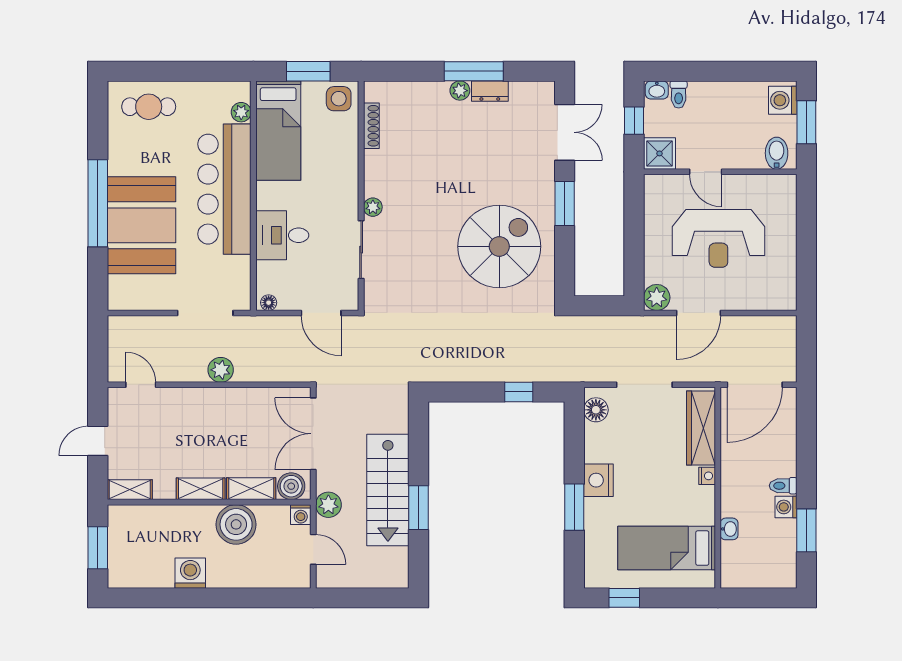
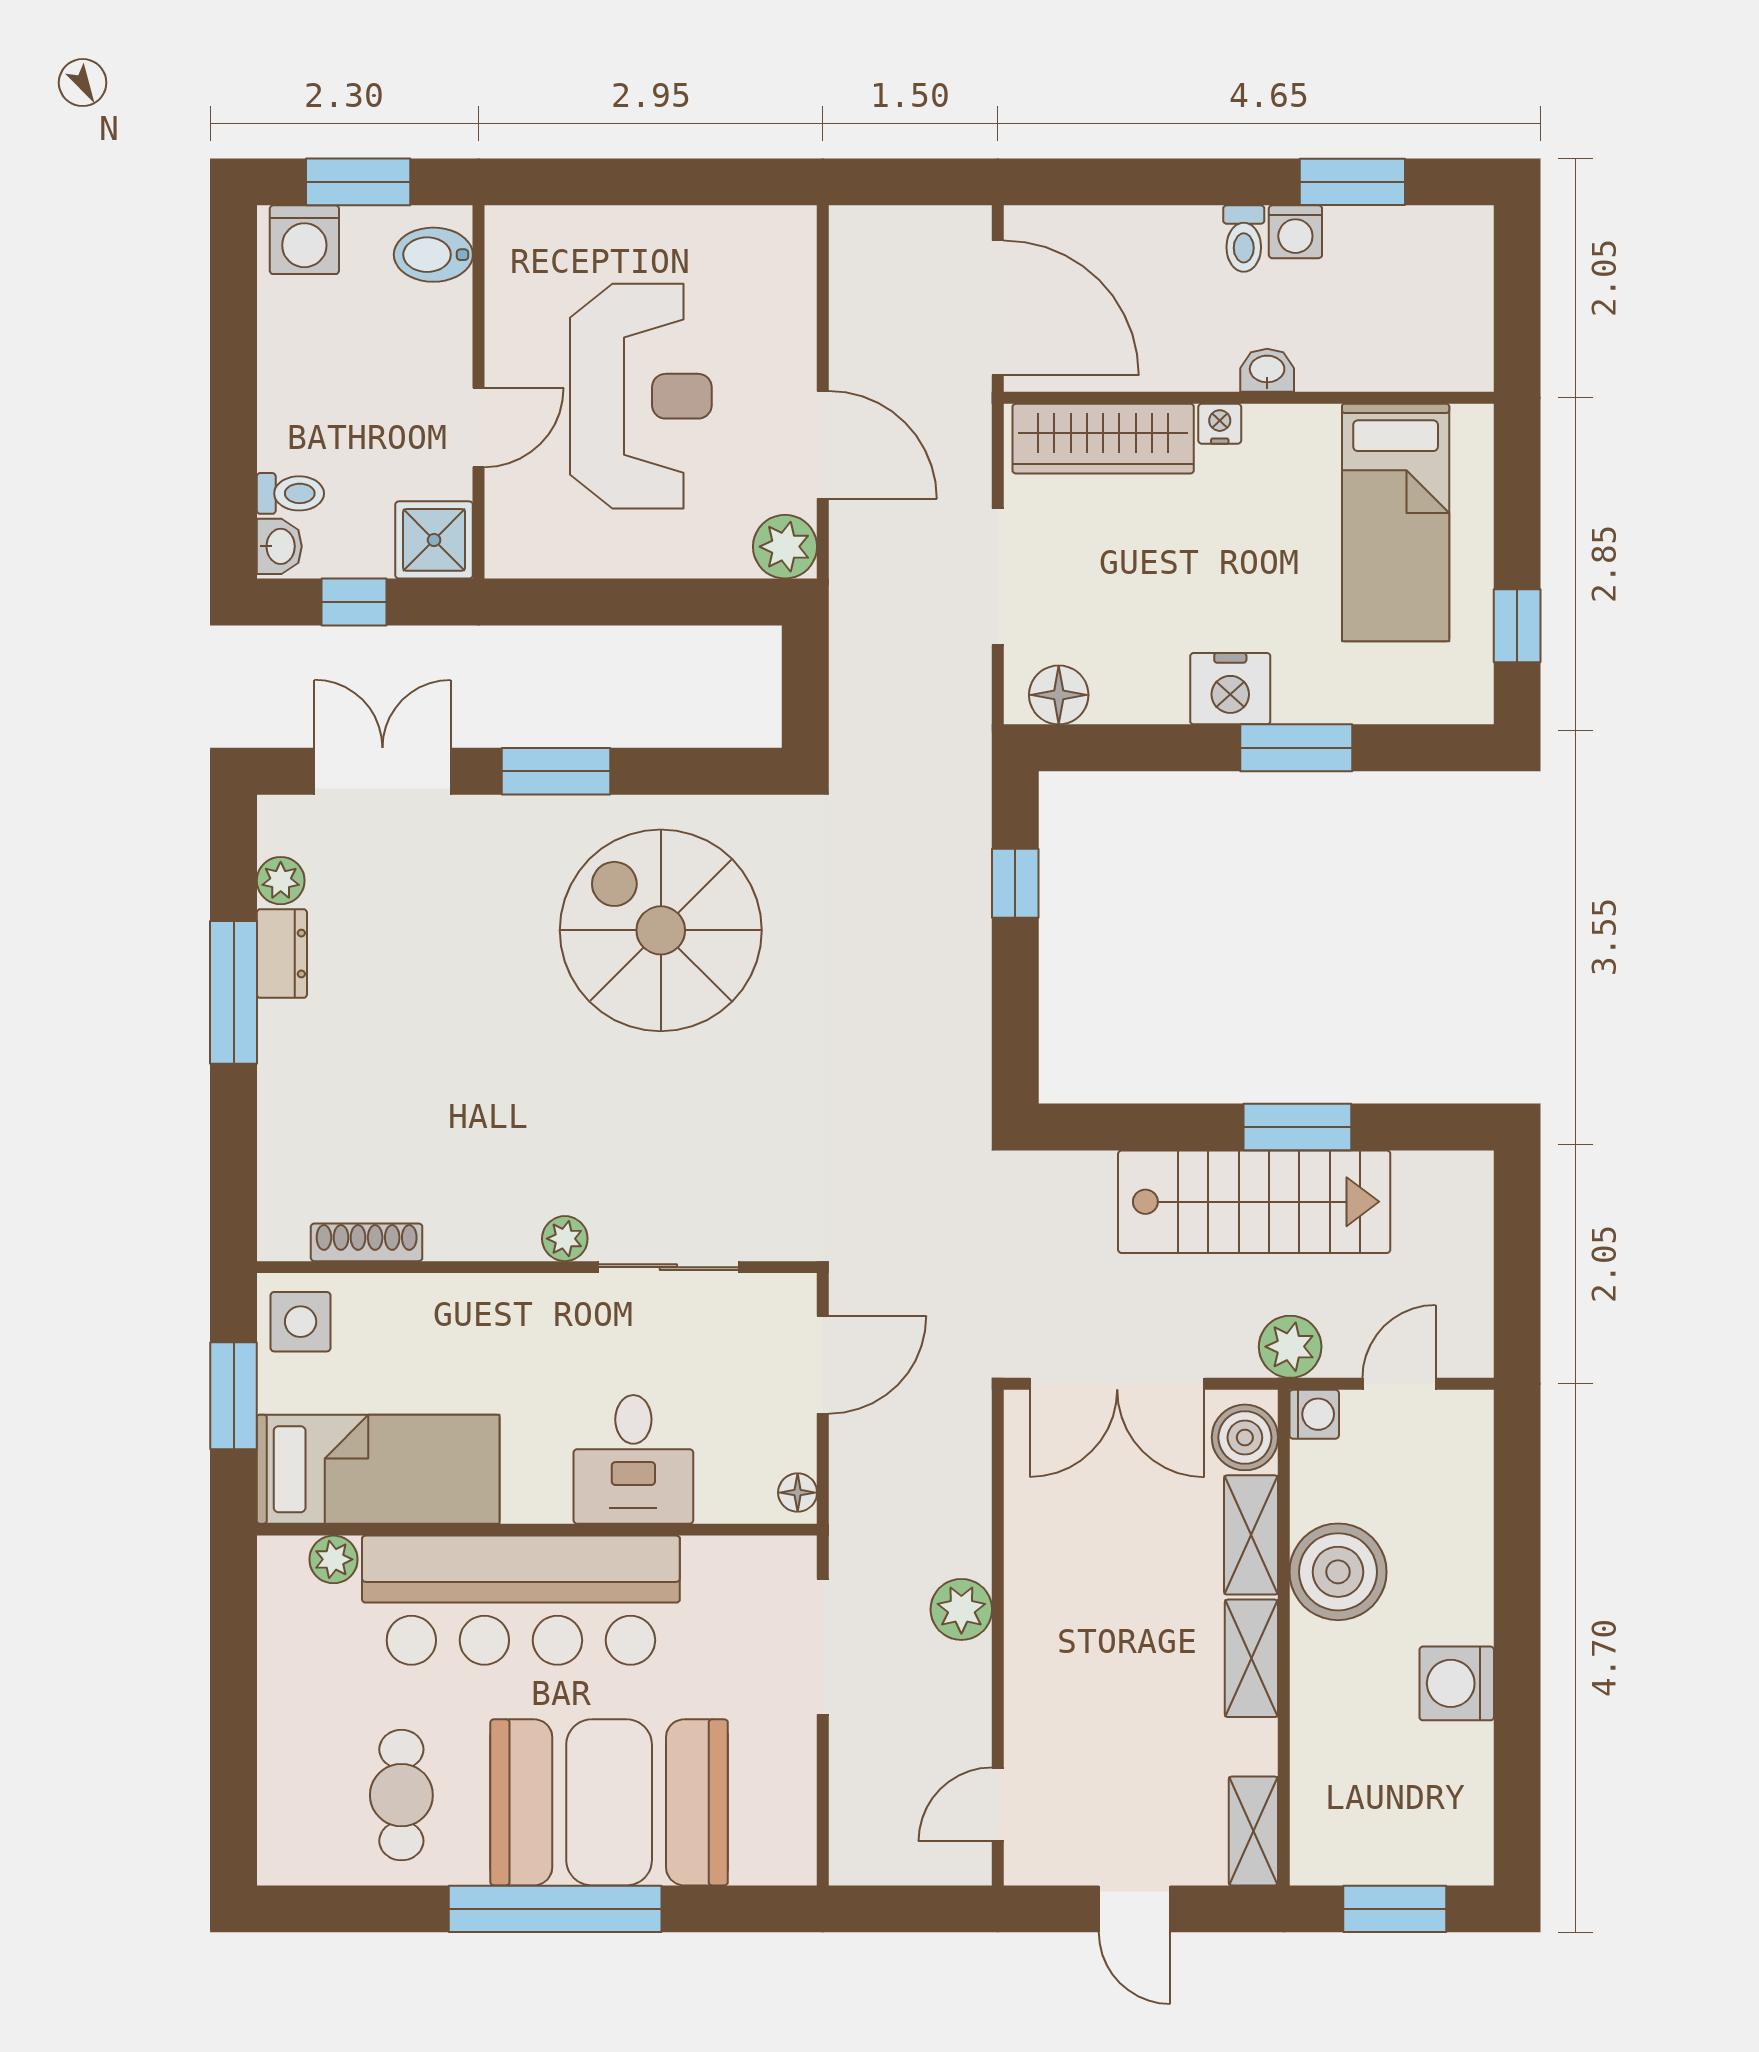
plant: (460, 91) -> (281, 881), moved
cafe table: (149, 107) -> (401, 1795), moved
washbasin: (729, 529) -> (1267, 370), moved

